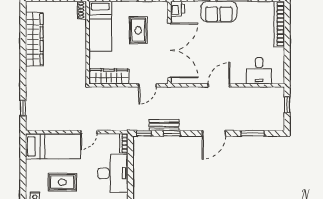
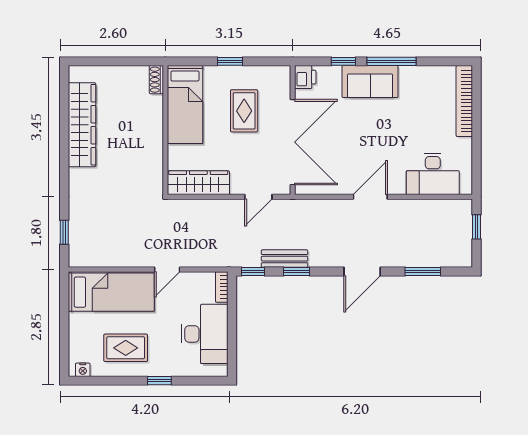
desk: (259, 71) -> (433, 174), width x1.37

